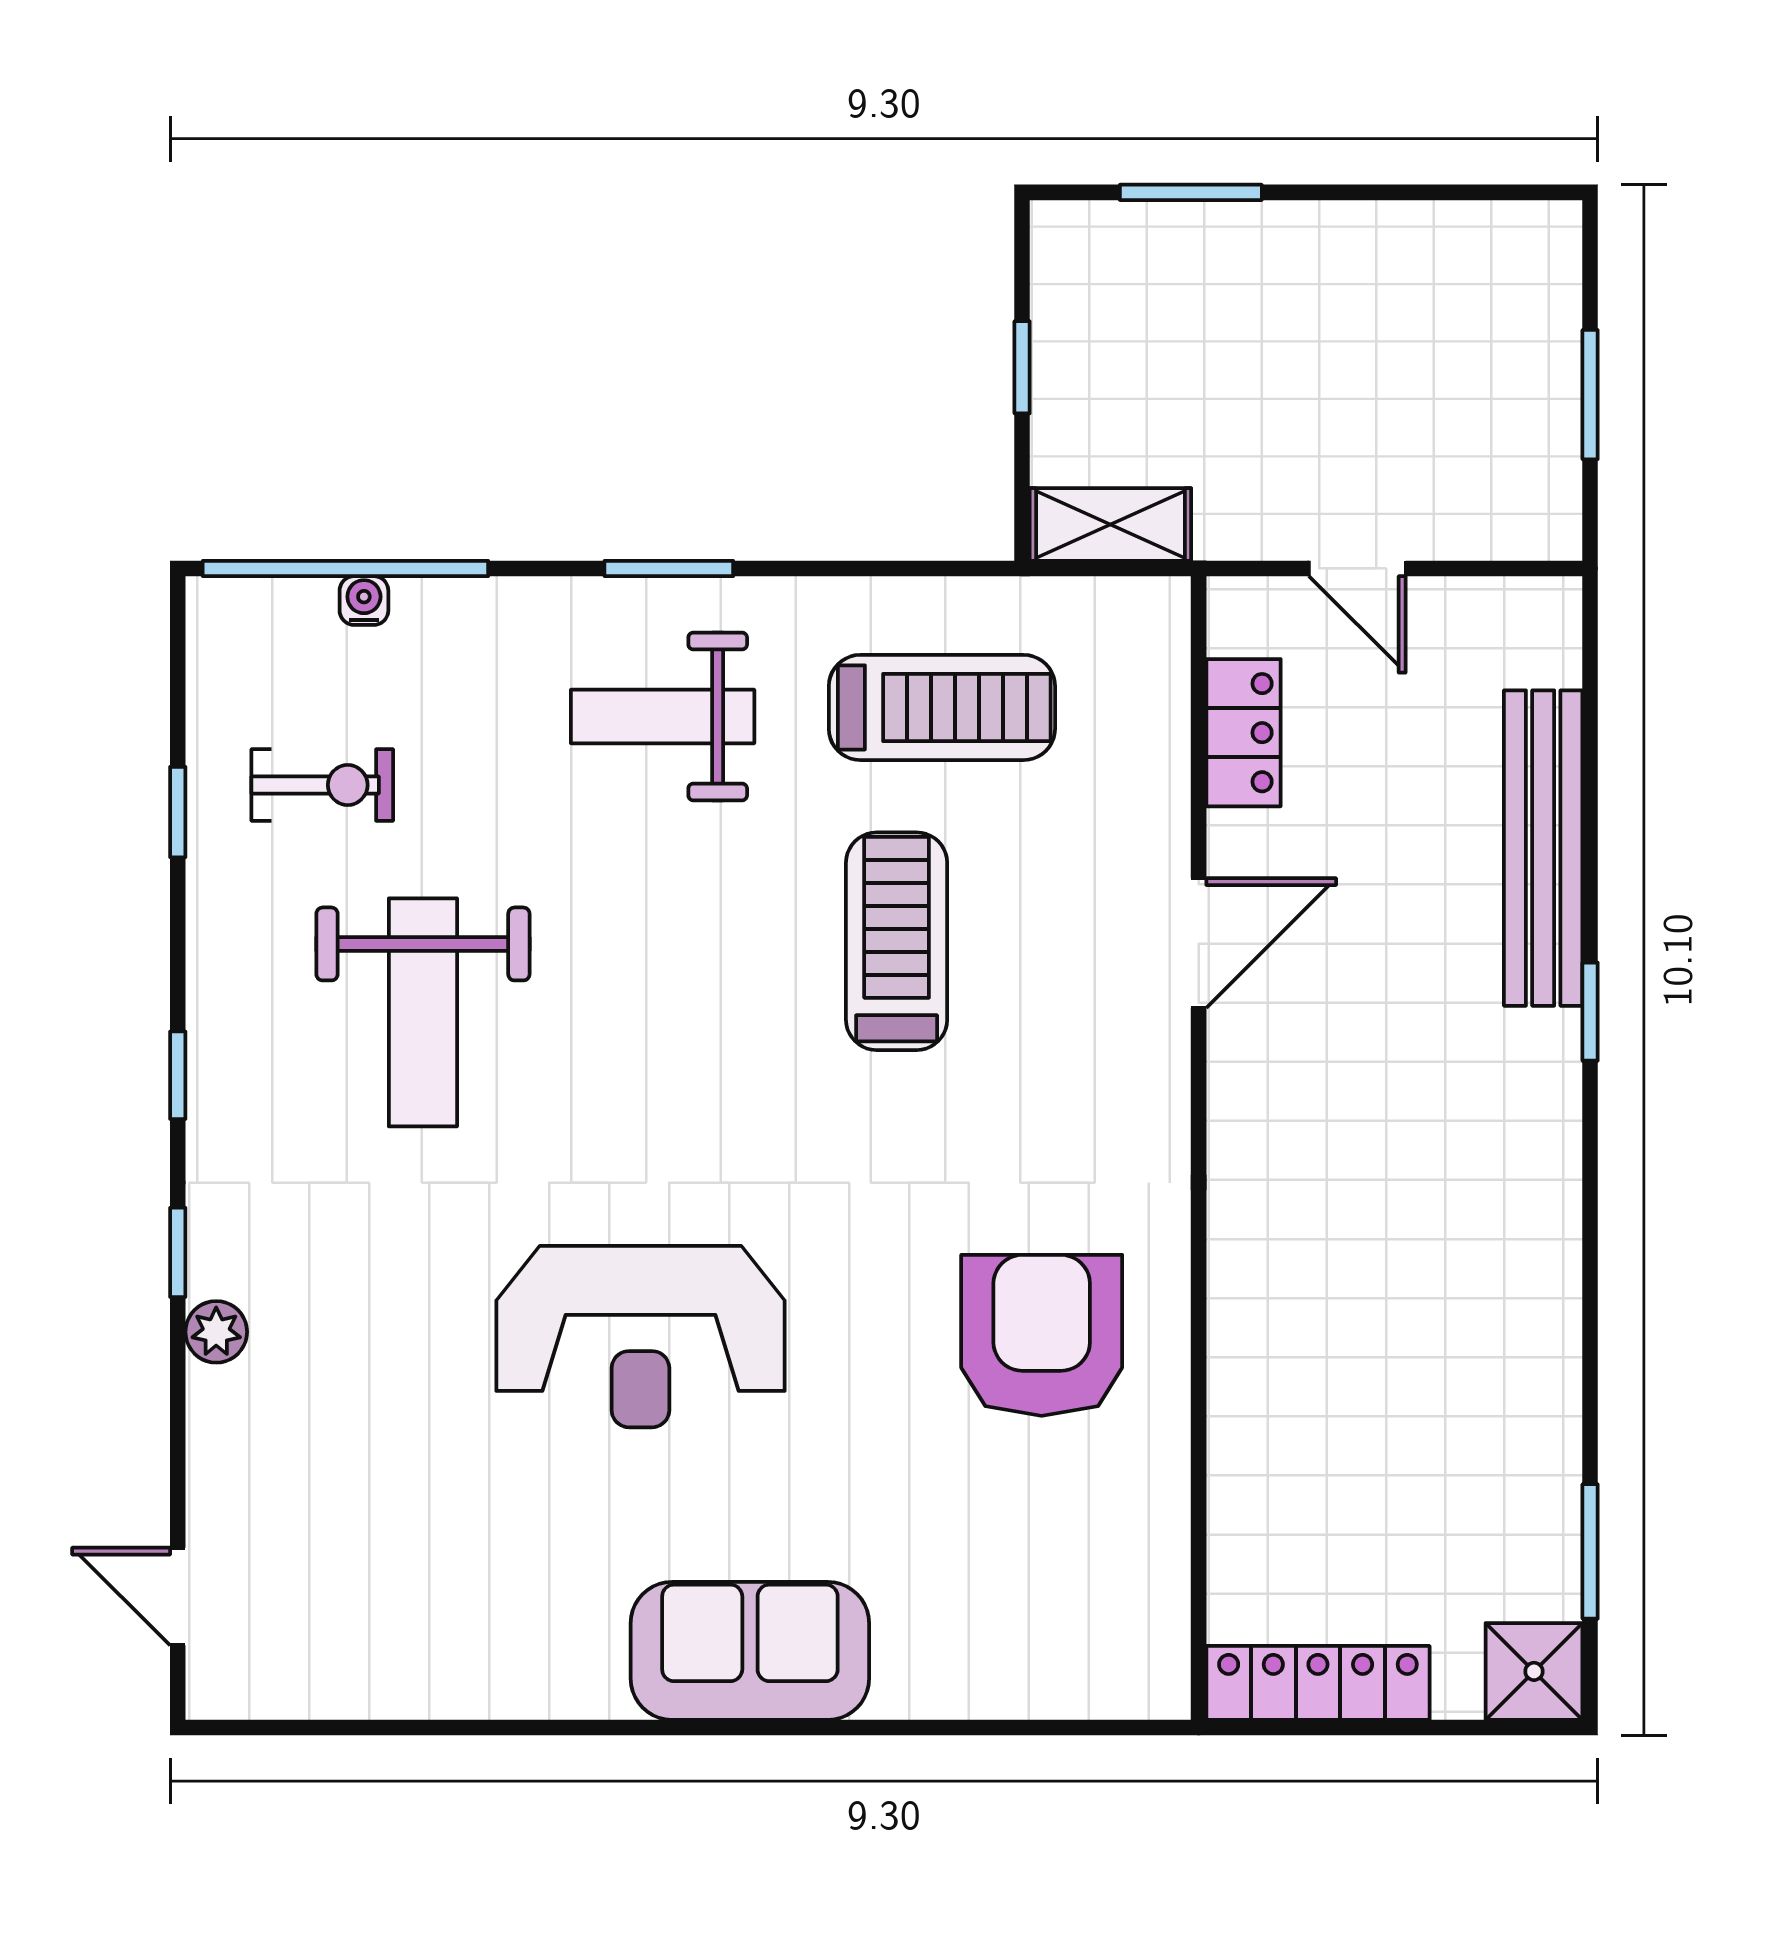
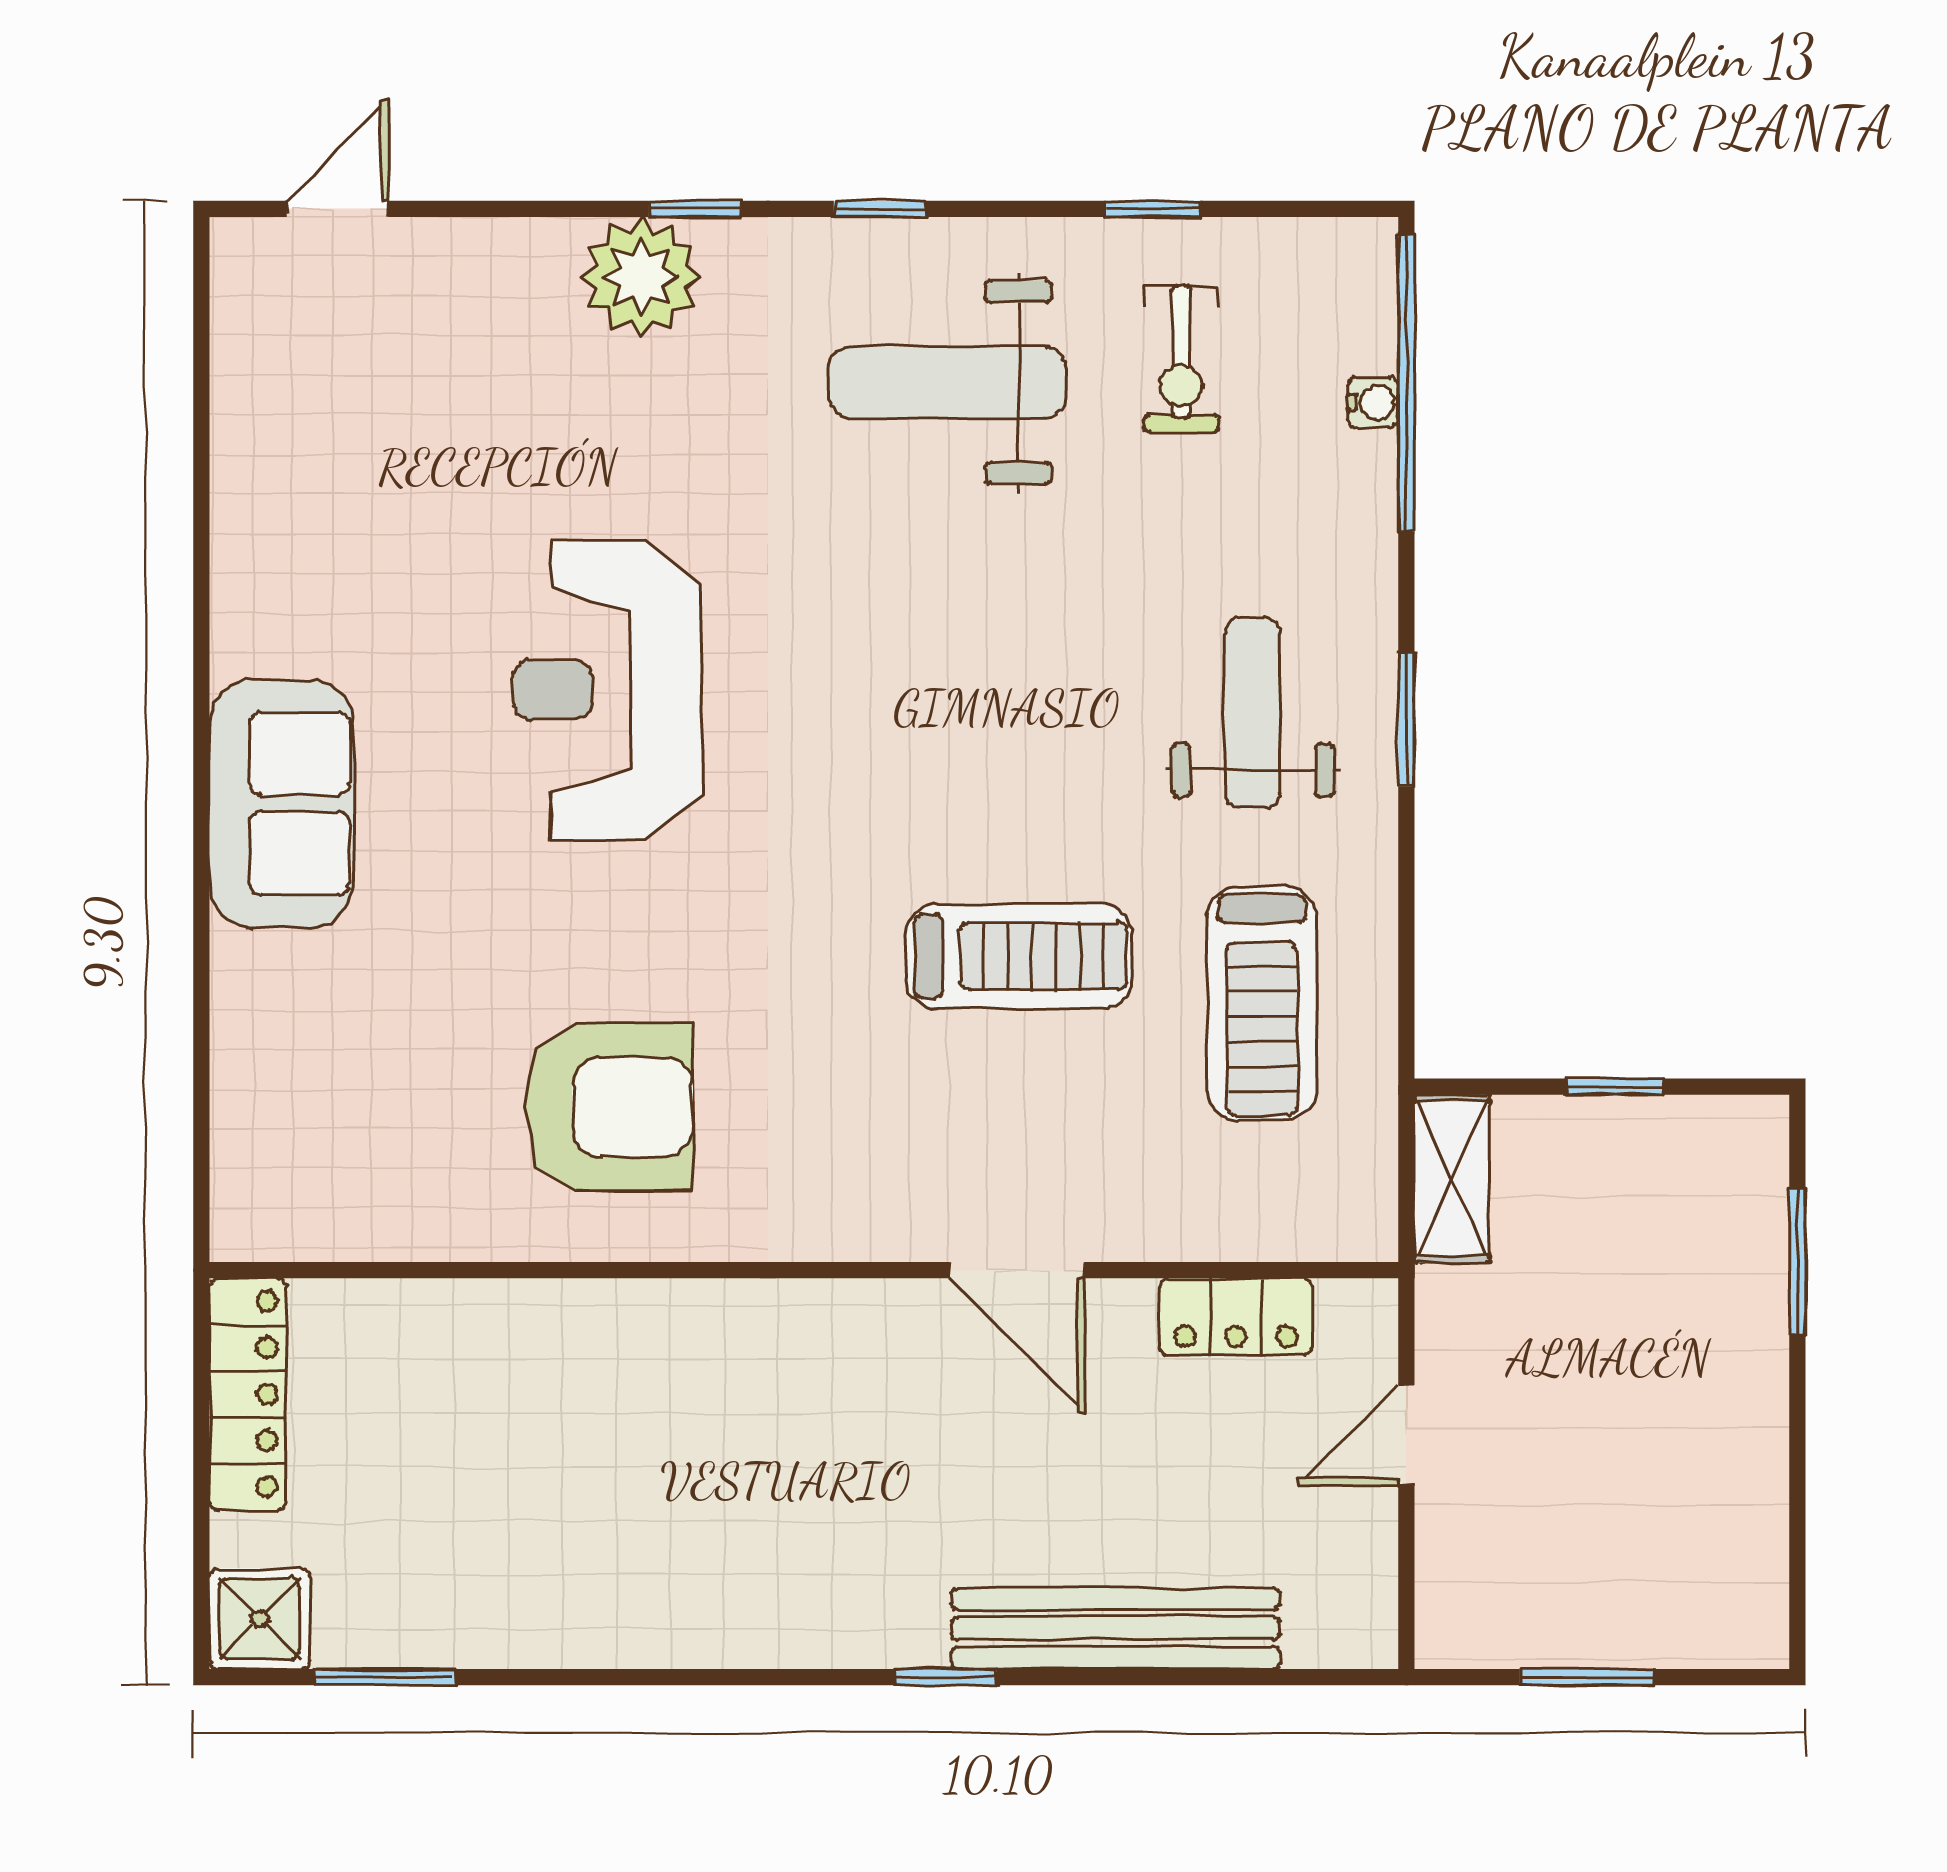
weight bench: (423, 1012) -> (947, 382), moved
plant: (216, 1332) -> (641, 277), width x1.88, depth x1.88

